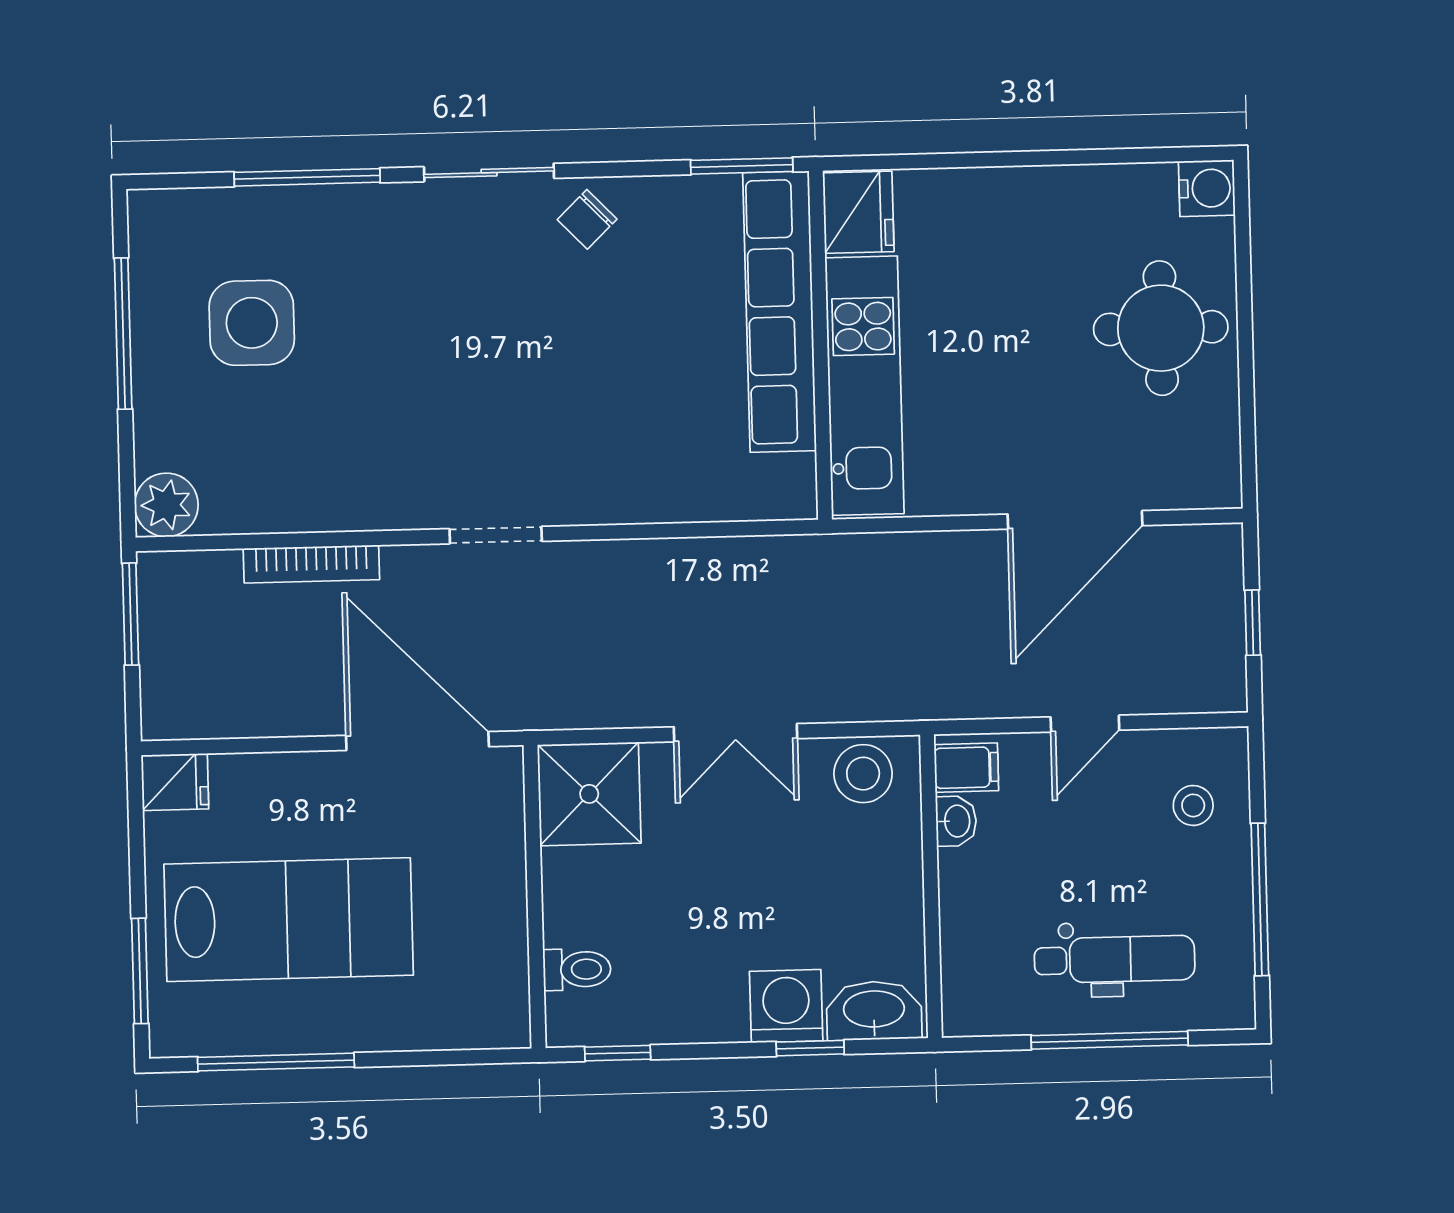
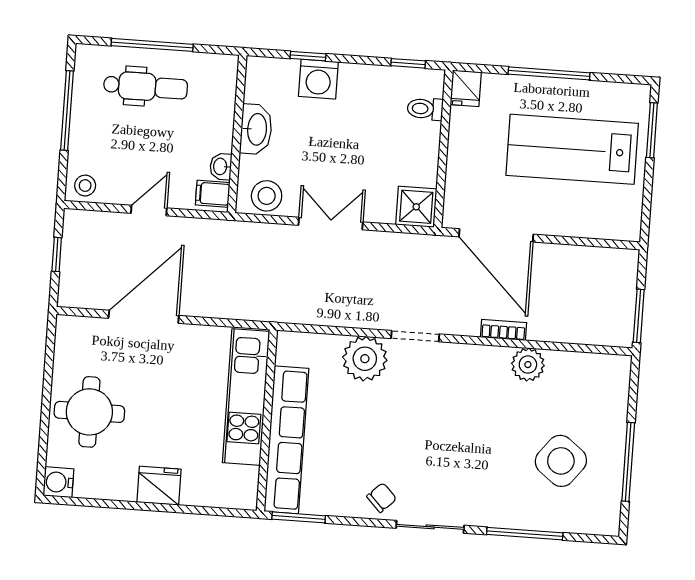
fridge: (858, 212) -> (159, 486), moved, turned 90
side table: (252, 323) -> (561, 461), turned 38
plant: (645, 481) -> (365, 359), added
plant: (166, 505) -> (528, 365), moved
doorway: (496, 535) -> (415, 336), moved
bookcase: (311, 564) -> (503, 330), moved, width x0.64
fridge: (175, 782) -> (466, 88), moved, turned -90
shower: (589, 794) -> (416, 207), width x0.73, depth x0.73
stool: (1193, 805) -> (85, 186), moved
dental chair: (1115, 959) -> (145, 87), turned 180
washbasin: (874, 1011) -> (256, 129), moved, turned -90
window: (276, 1062) -> (549, 73), moved

